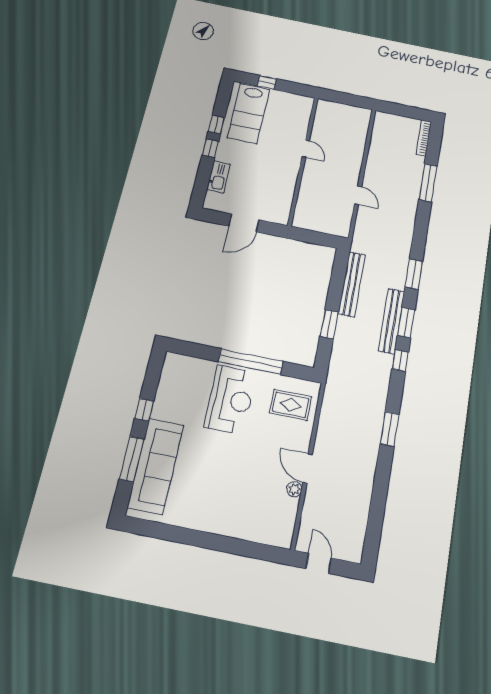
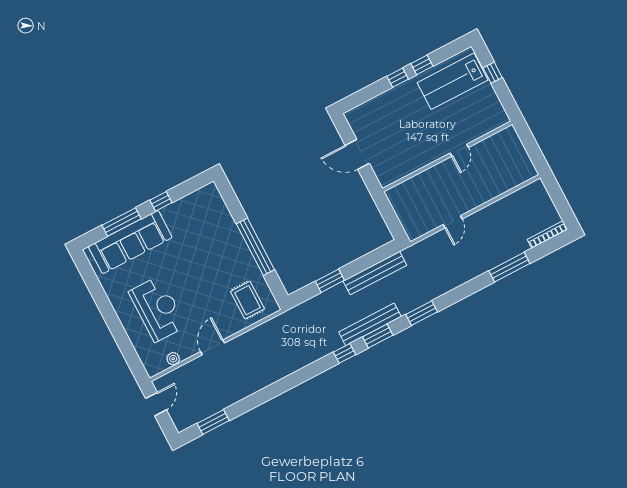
kitchen sink: (218, 177) -> (379, 104), removed
reception desk: (230, 400) -> (157, 309), moved, turned -90
window: (390, 429) -> (213, 422), moved
plant: (294, 489) -> (173, 359), moved

